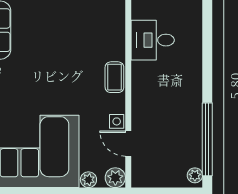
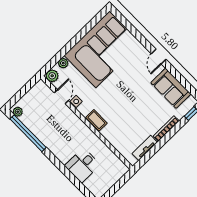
desk: (153, 40) -> (82, 165), moved, turned 180
door: (128, 144) -> (61, 97), hinge flipped

